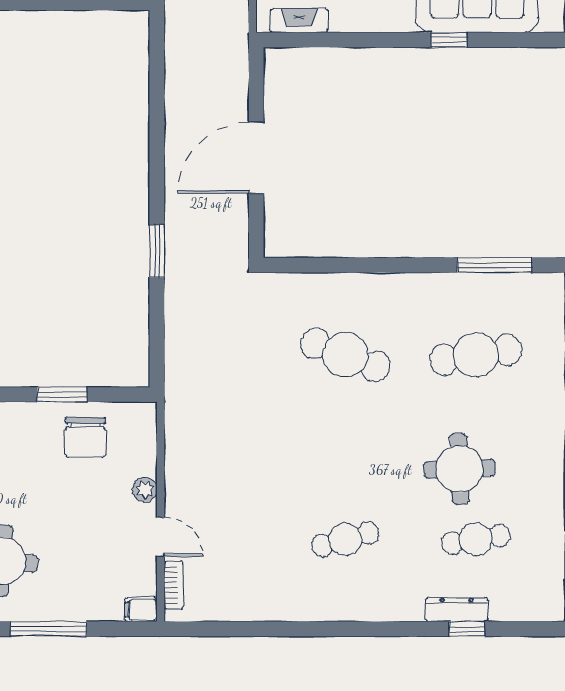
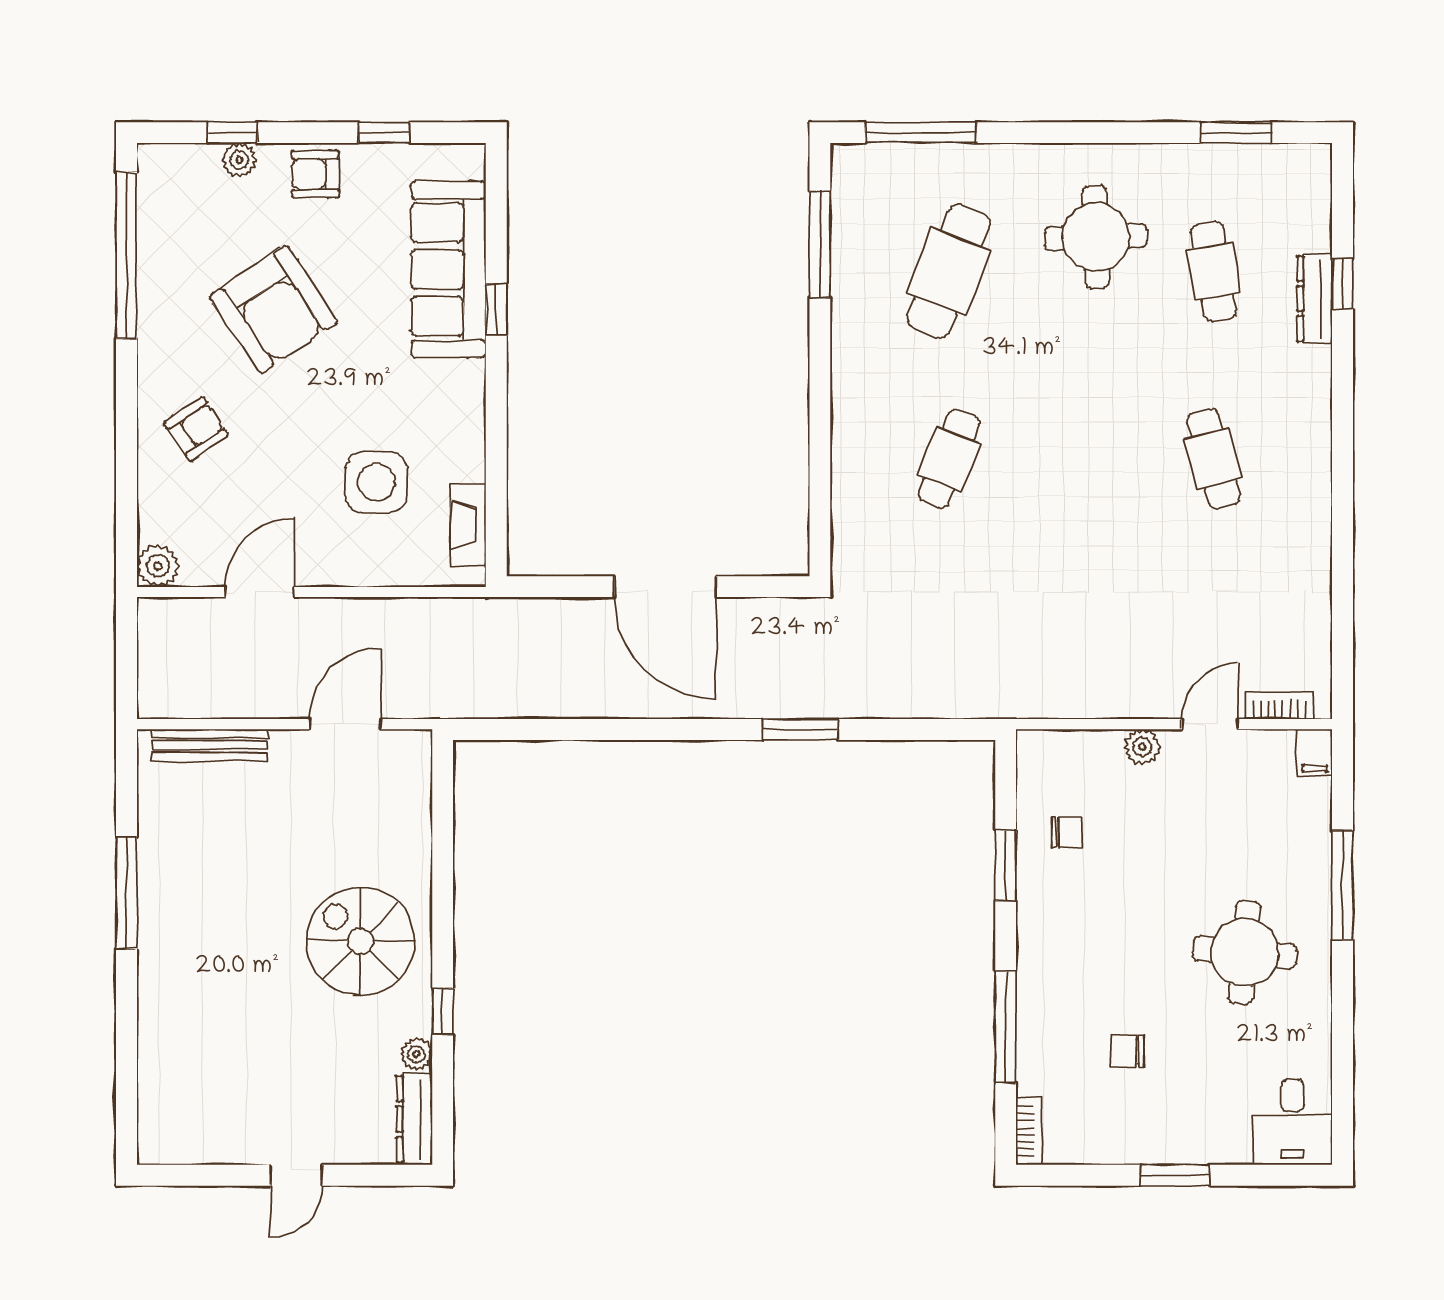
cafe table: (345, 355) -> (949, 459), width x0.73, depth x0.74
cafe table: (476, 355) -> (949, 271), turned 30
chair: (85, 437) -> (1067, 832), width x0.54, depth x0.54
round table: (459, 469) -> (1096, 237), moved

